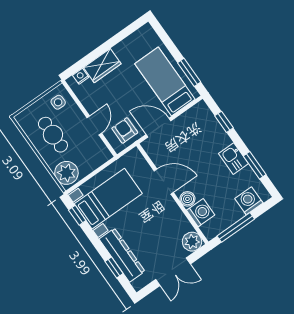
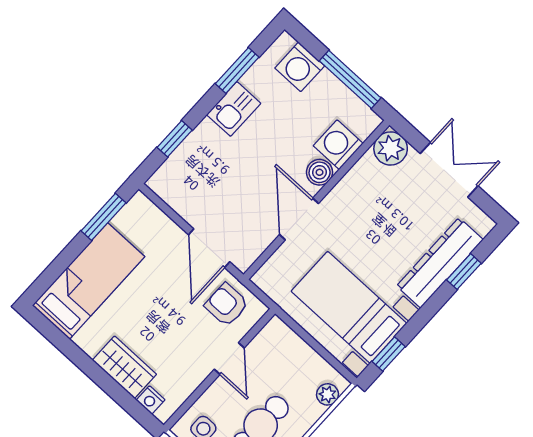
bed: (165, 81) -> (89, 281), moved, turned 180
door: (94, 125) -> (229, 359), swing flipped
armchair: (125, 130) -> (226, 305), turned 90
plant: (66, 173) -> (328, 394), width x0.53, depth x0.53

